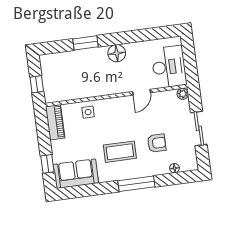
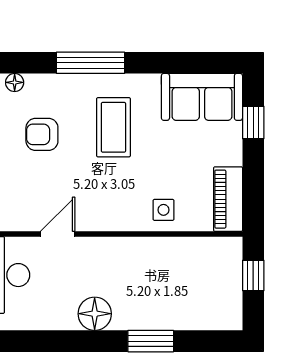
coffee table: (120, 152) -> (113, 127), turned 90

